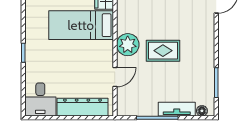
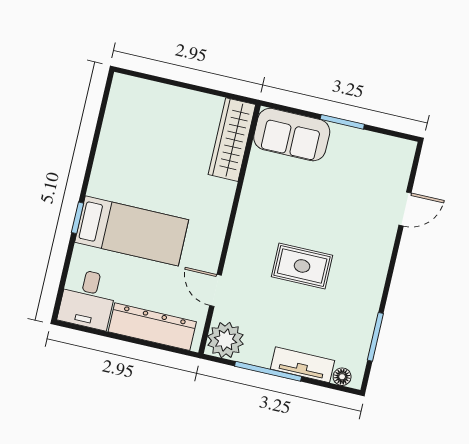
bed: (81, 25) -> (132, 231), moved, turned 180
plant: (128, 45) -> (226, 340), moved
door: (115, 77) -> (215, 290), swing flipped

